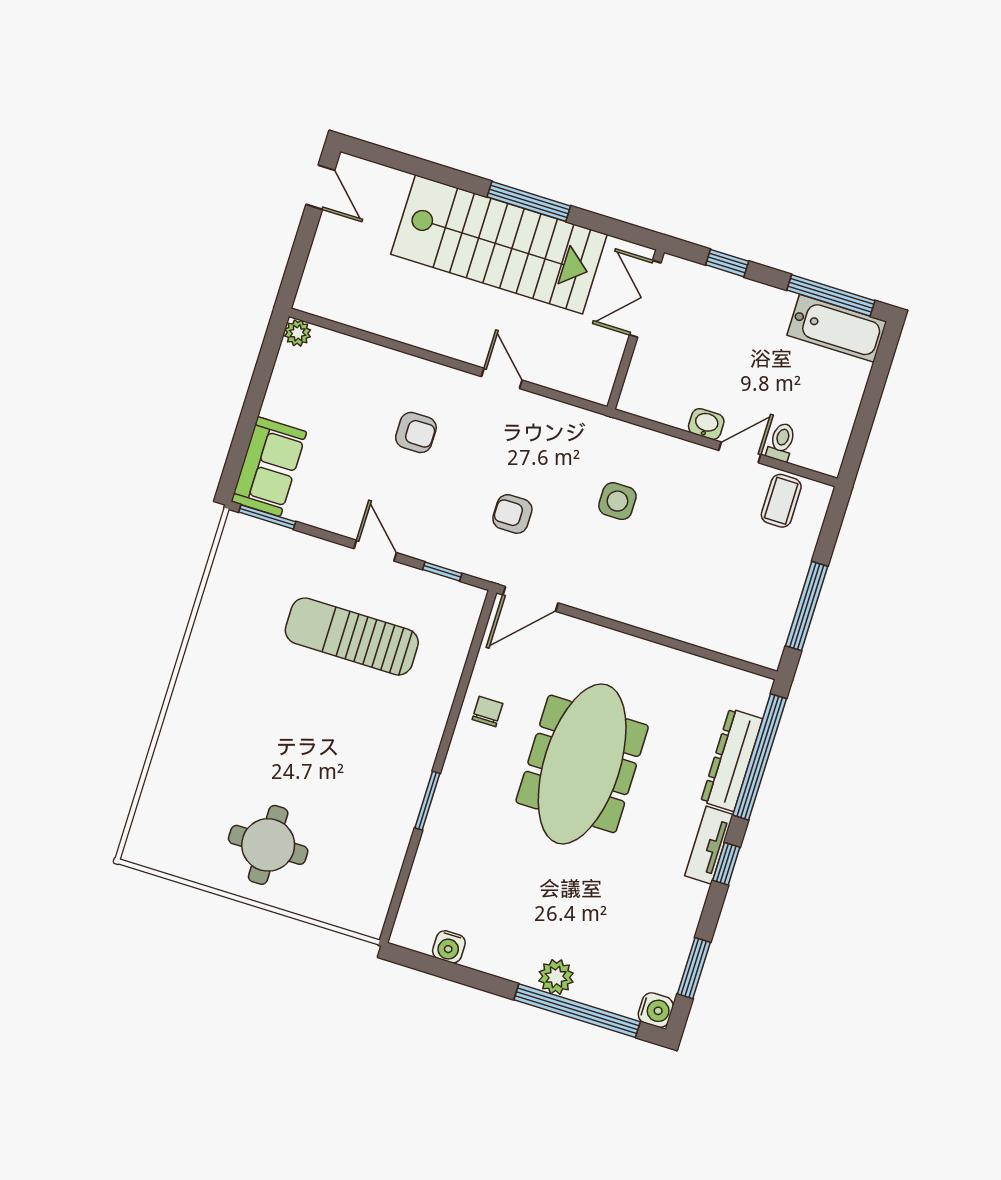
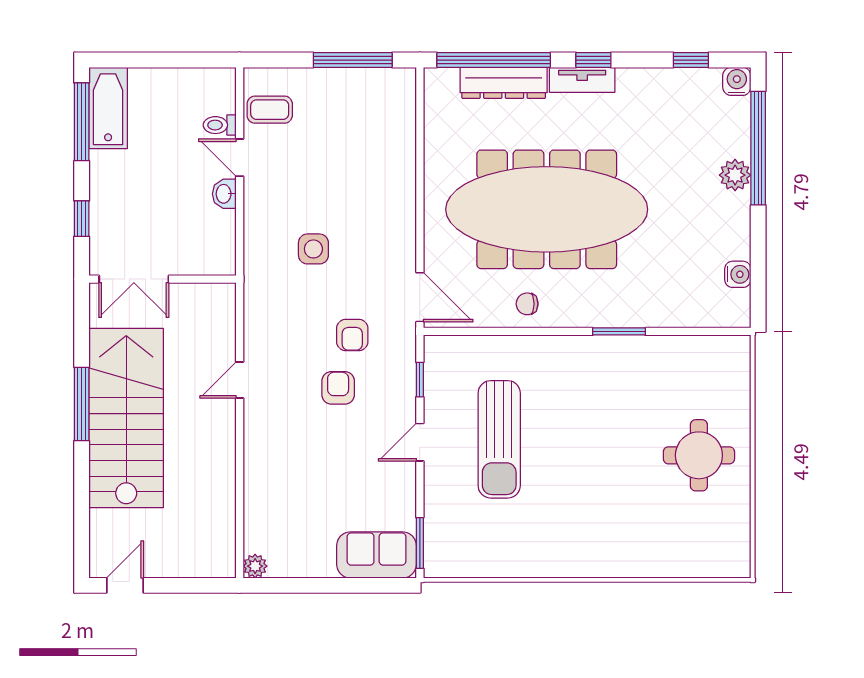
armchair: (416, 432) -> (338, 388), moved
meeting table: (582, 764) -> (547, 209), width x1.36, depth x1.27
window: (694, 968) -> (691, 60), width x0.67

